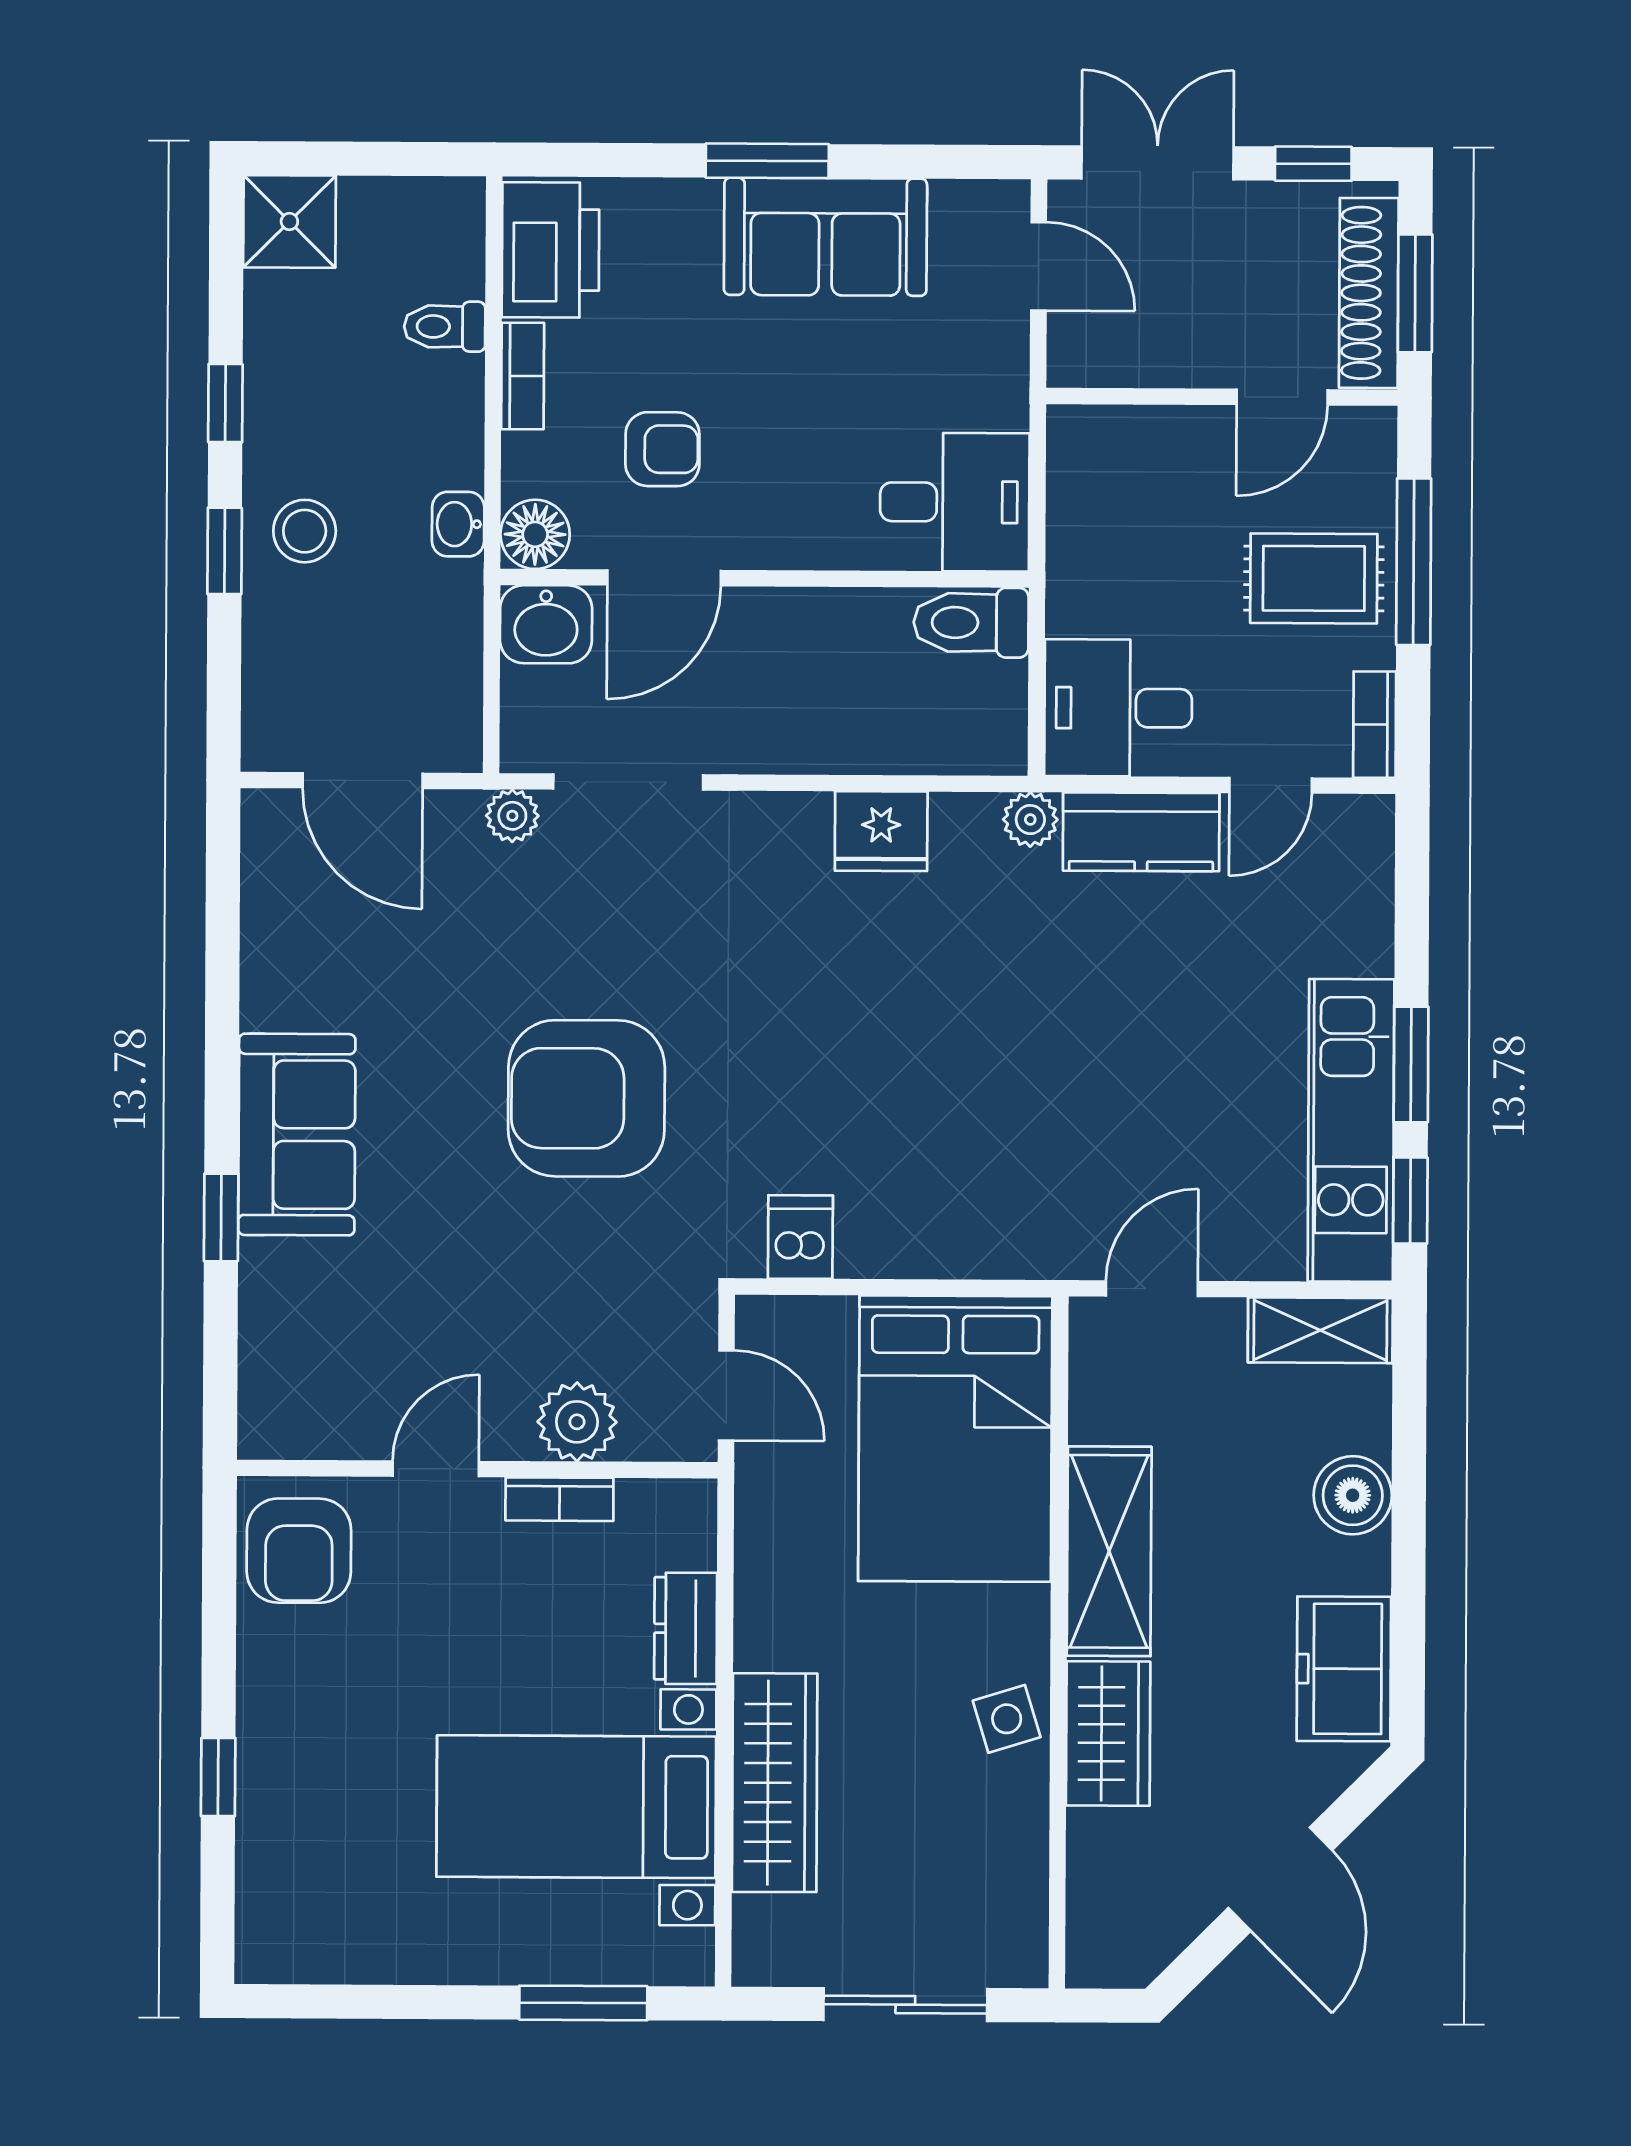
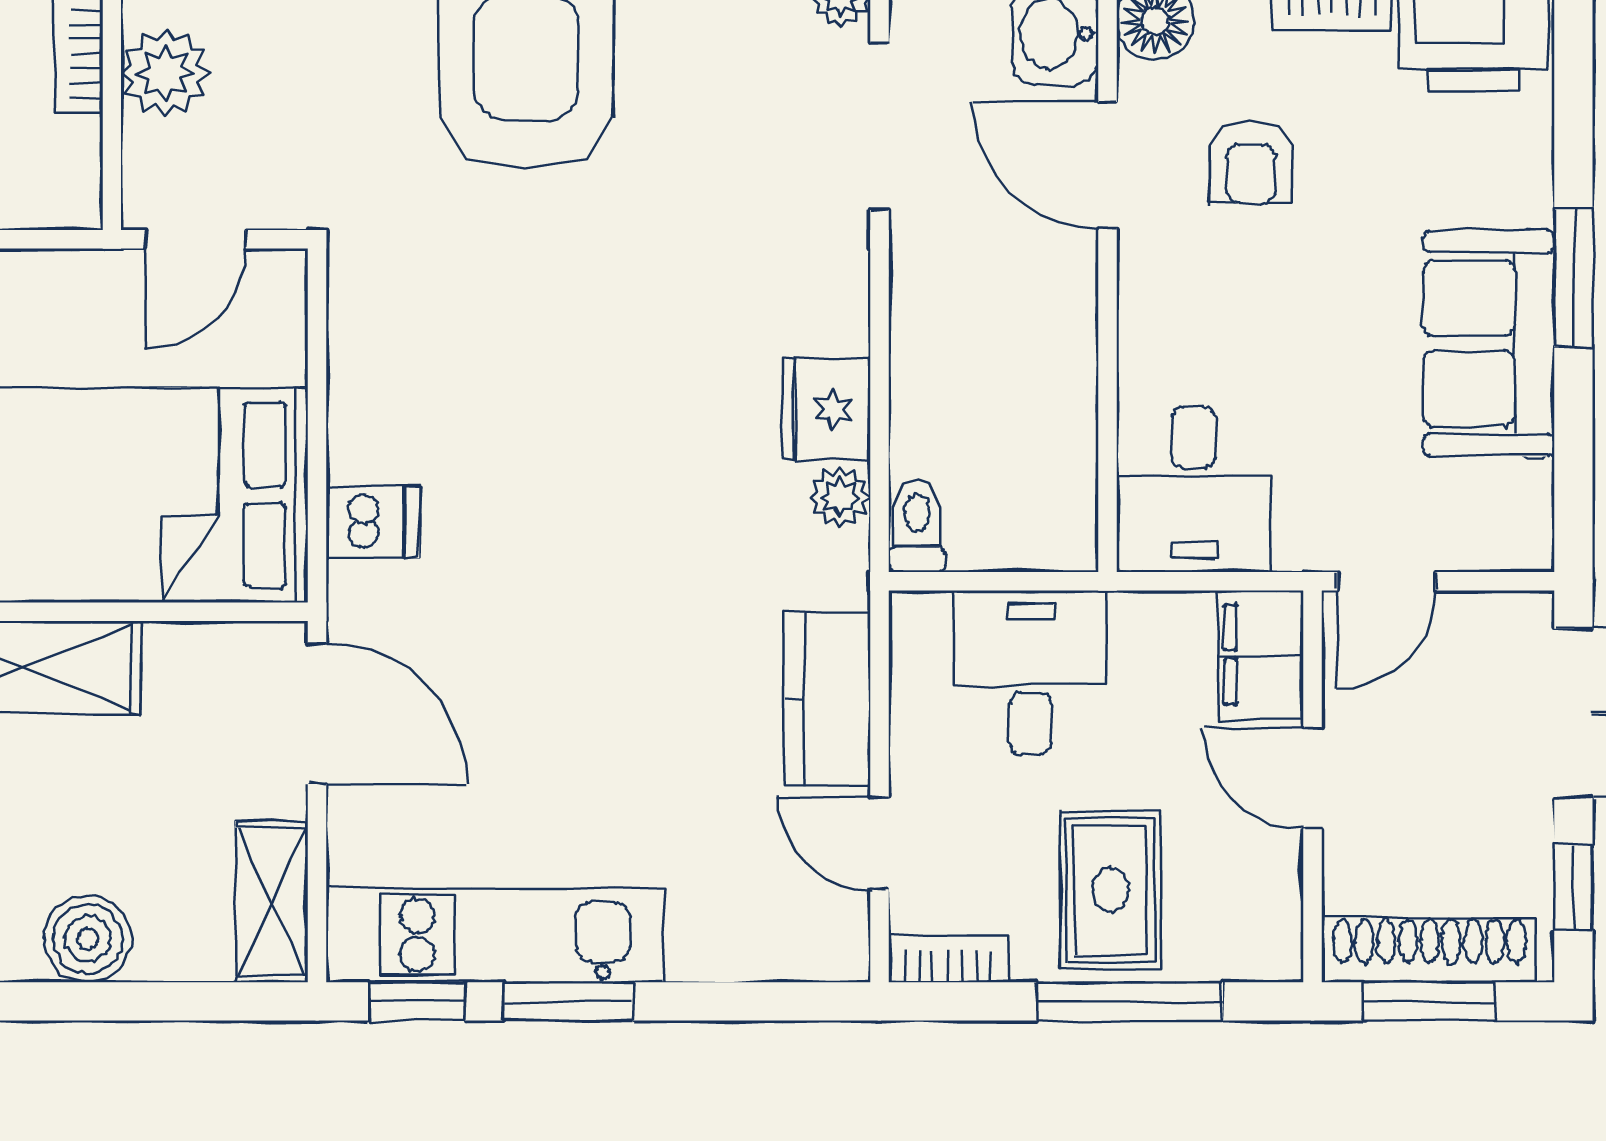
door: (1039, 266) -> (1386, 581), moved
door: (1282, 397) -> (1313, 778), moved
filing cabinet: (1104, 443) -> (1261, 655), added
toilet: (971, 622) -> (917, 526), moved, width x0.73, depth x0.72
desk: (1118, 708) -> (1031, 673), moved
plant: (1030, 820) -> (840, 497), moved
dishwasher: (800, 1237) -> (373, 522), moved
door: (1152, 1289) -> (317, 714), width x1.38

